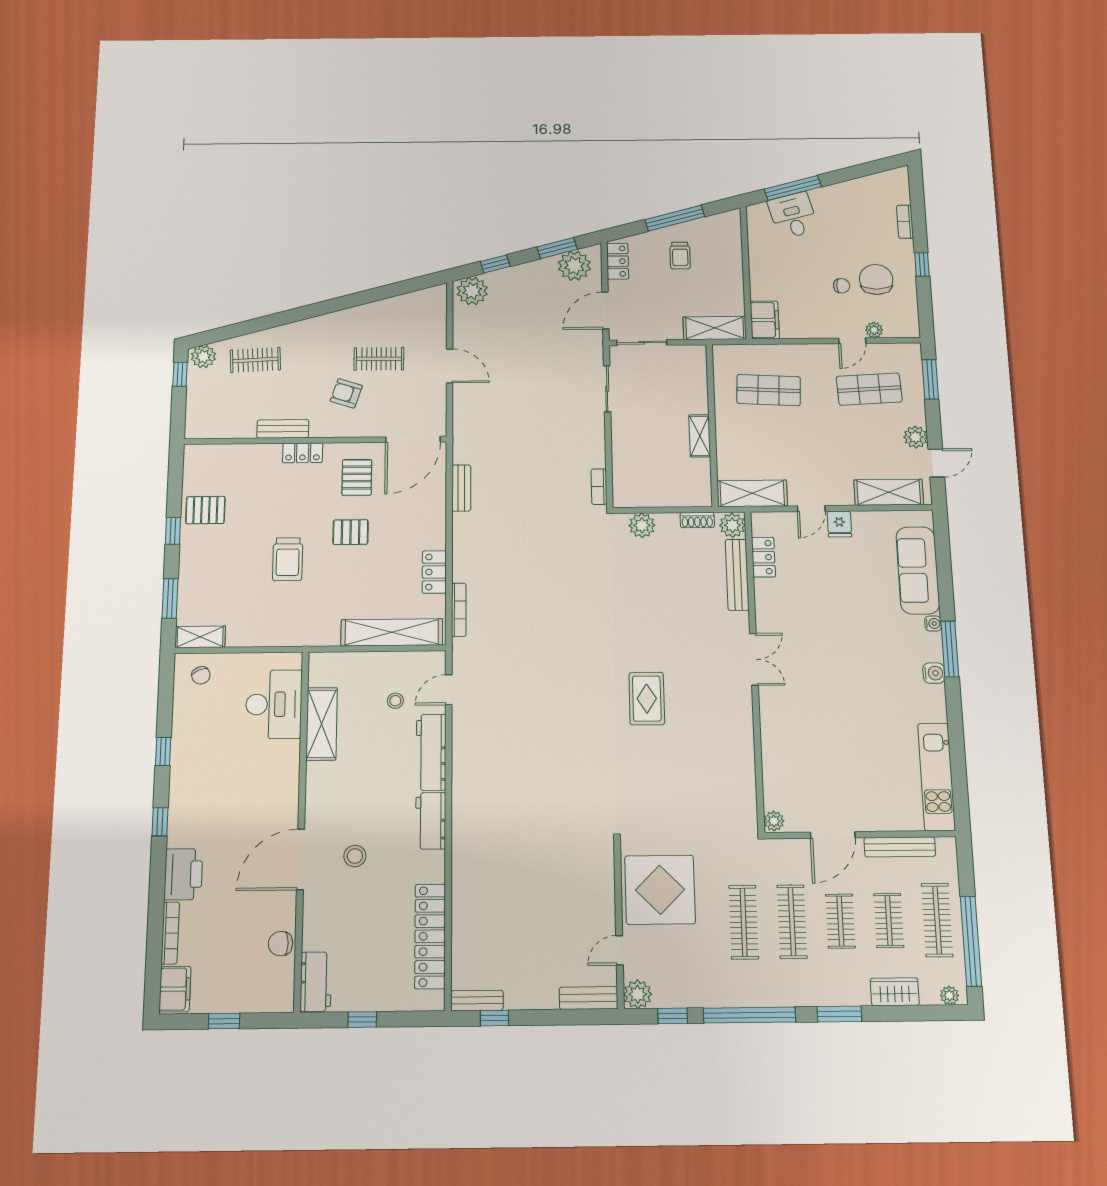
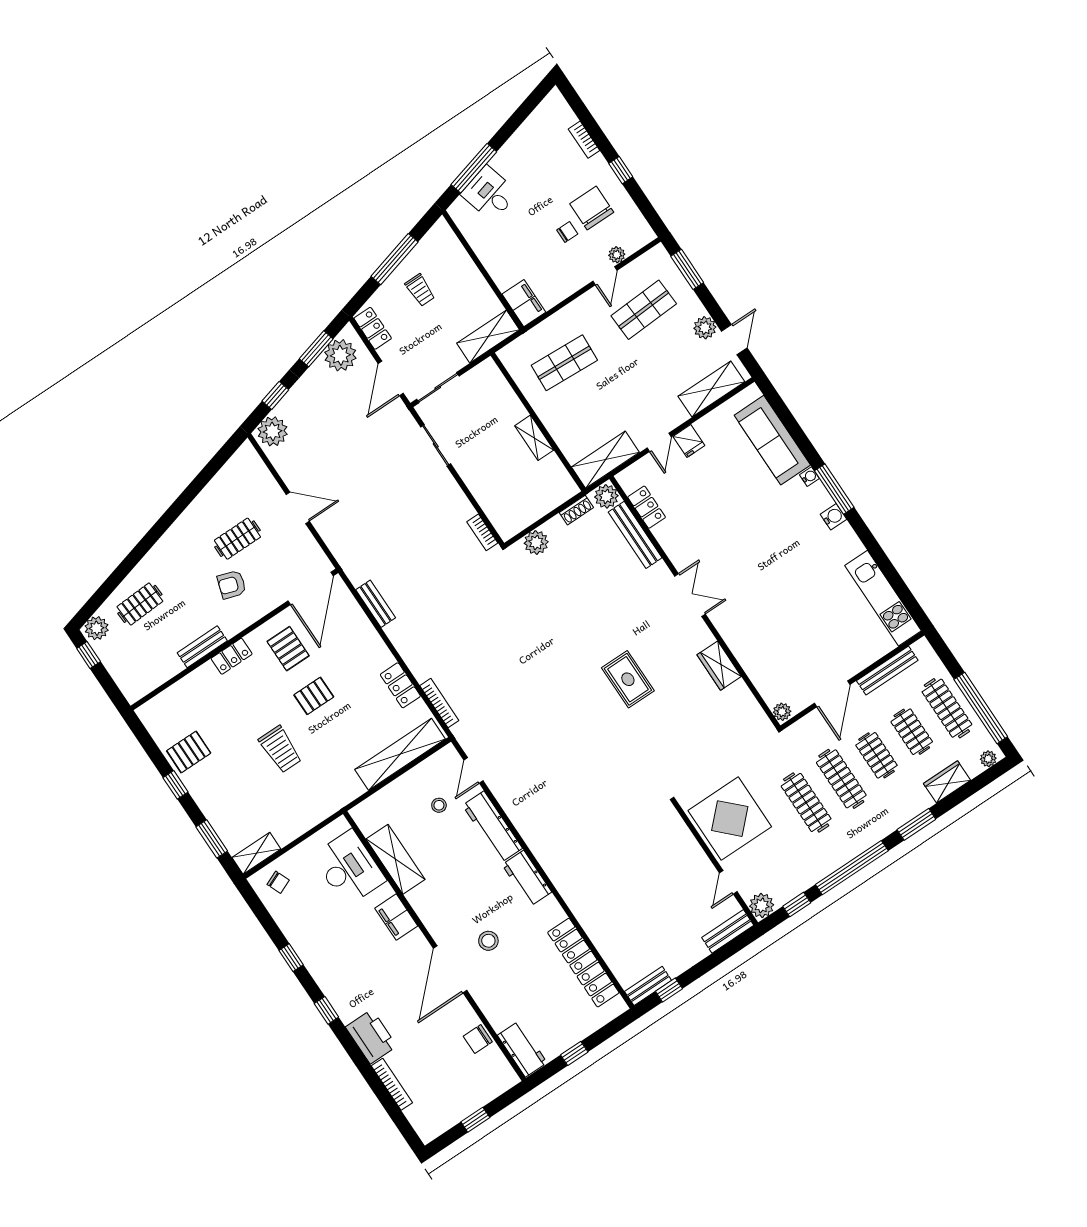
wardrobe: (741, 740) -> (719, 666), added
filing cabinet: (175, 989) -> (396, 917), moved, turned 180

